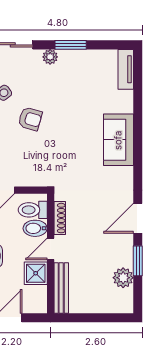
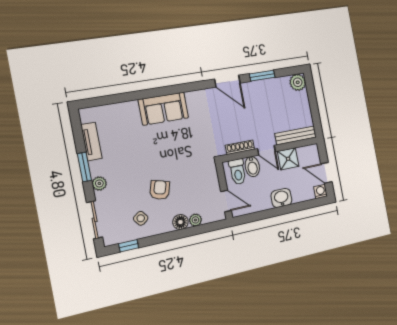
tv unit: (126, 69) -> (91, 141), moved, turned -90
plant: (123, 278) -> (298, 82), moved

